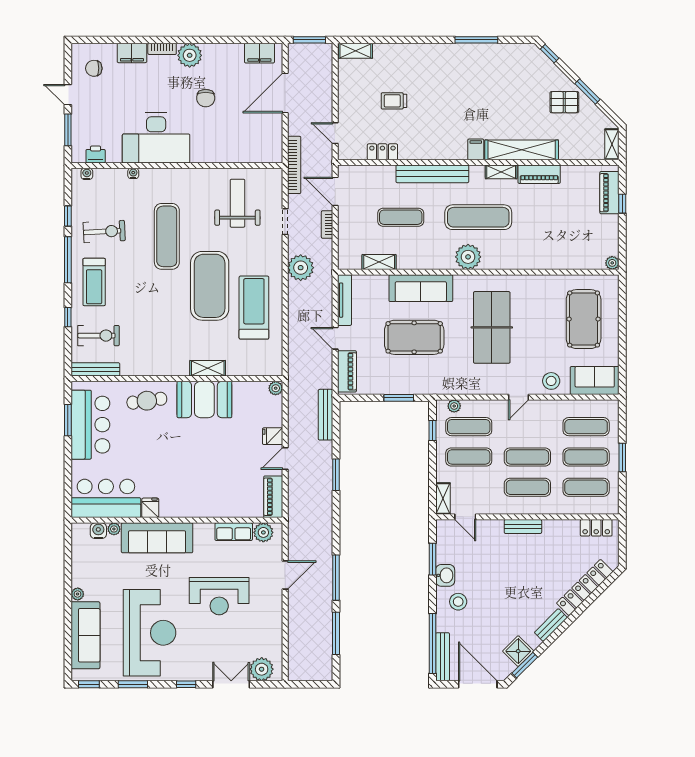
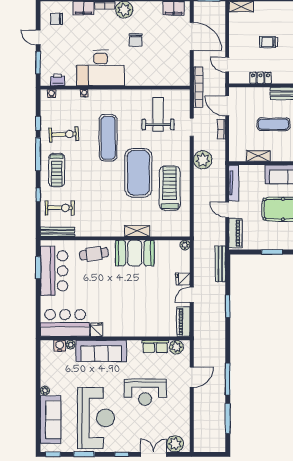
door: (285, 93) -> (192, 36), swing flipped

